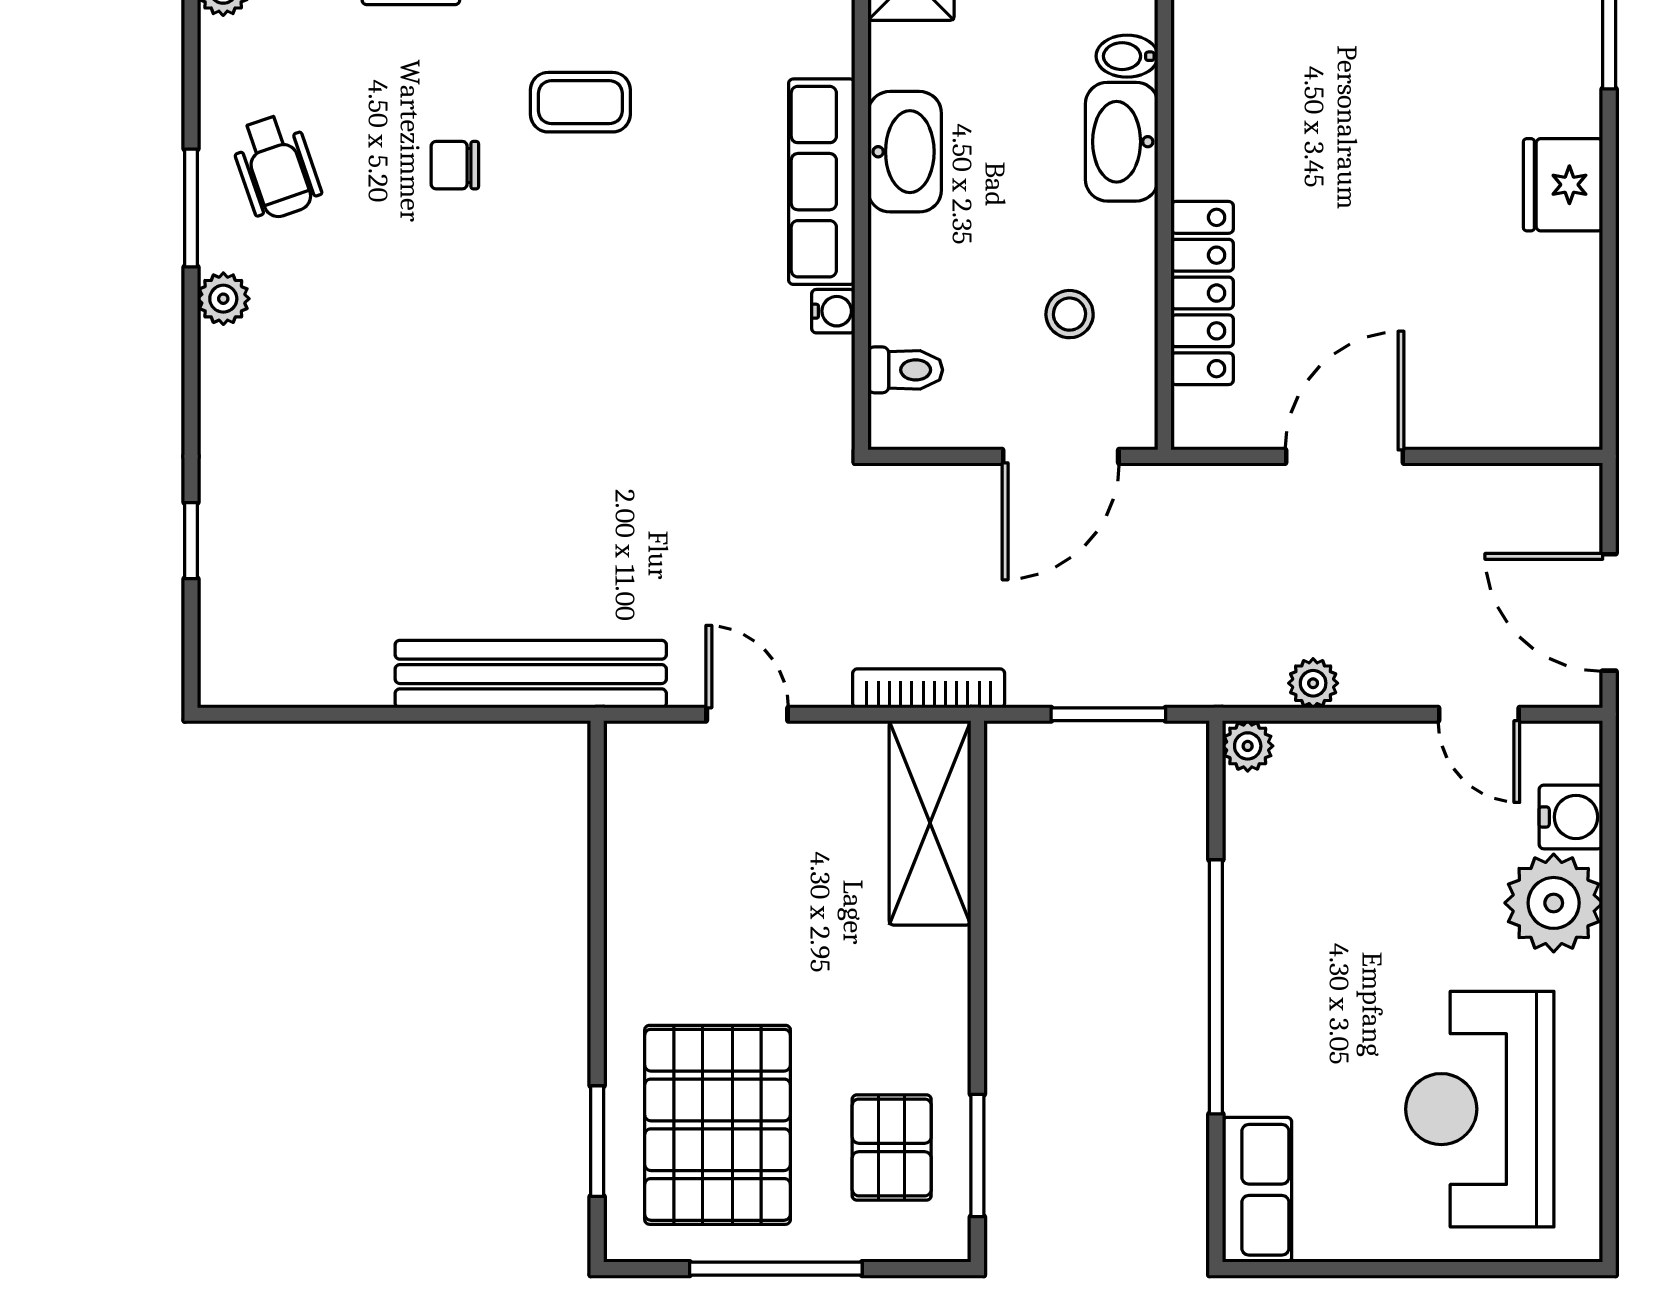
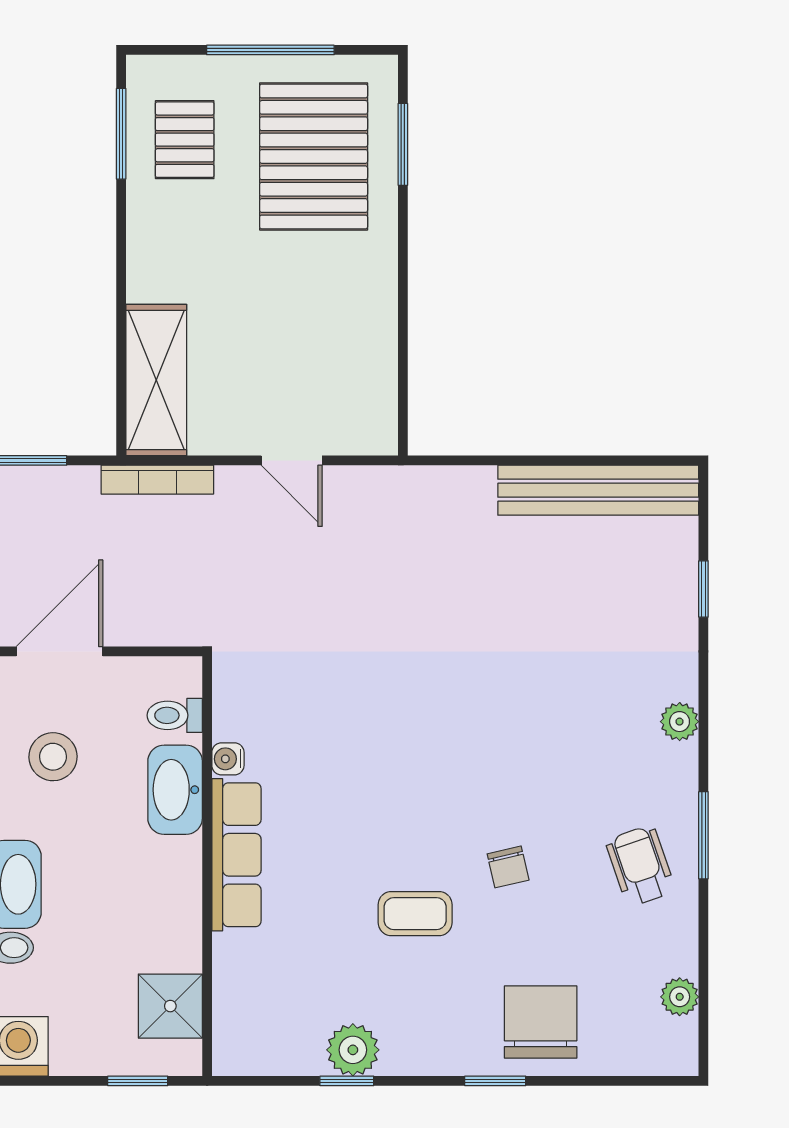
washbasin: (905, 152) -> (175, 790), moved
chair: (455, 165) -> (508, 867), turned 77
plant: (223, 299) -> (680, 722), moved
stool: (1070, 314) -> (53, 757), width x1.37, depth x1.37
bench: (531, 674) -> (598, 490), moved

